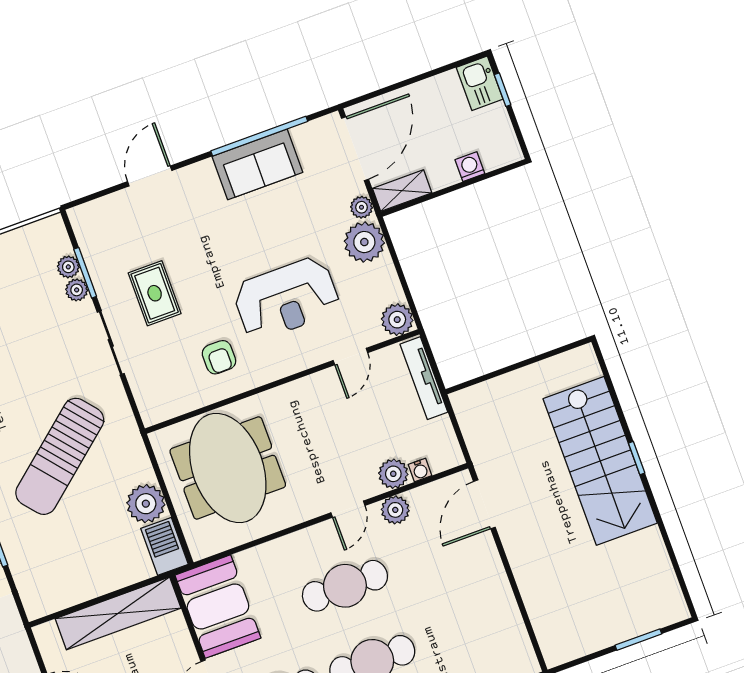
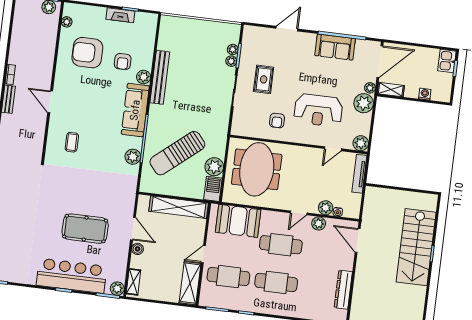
sun lounger: (60, 456) -> (177, 153), moved
door: (484, 504) -> (358, 240), hinge flipped
booth: (218, 607) -> (238, 221), moved, turned 90
dresser: (505, 610) -> (343, 290), added

